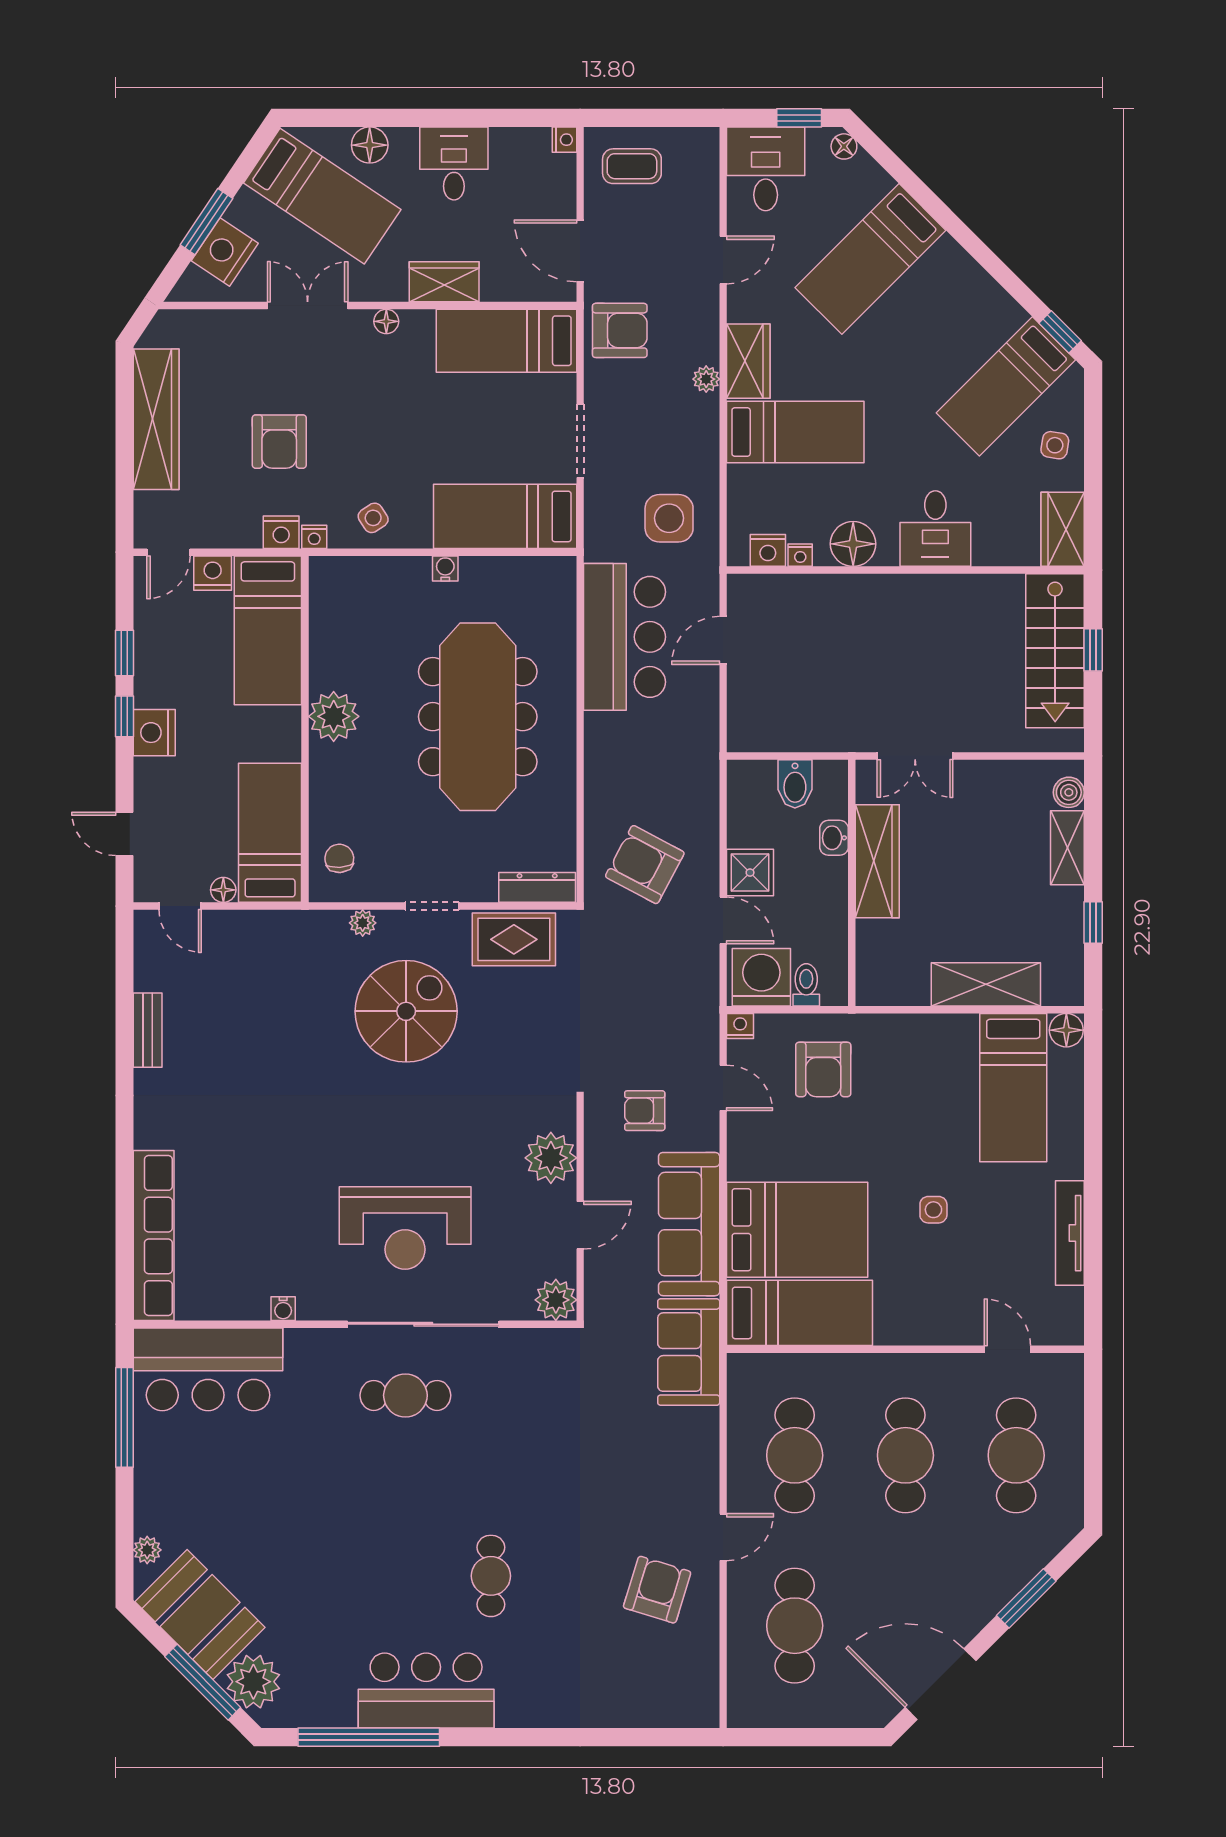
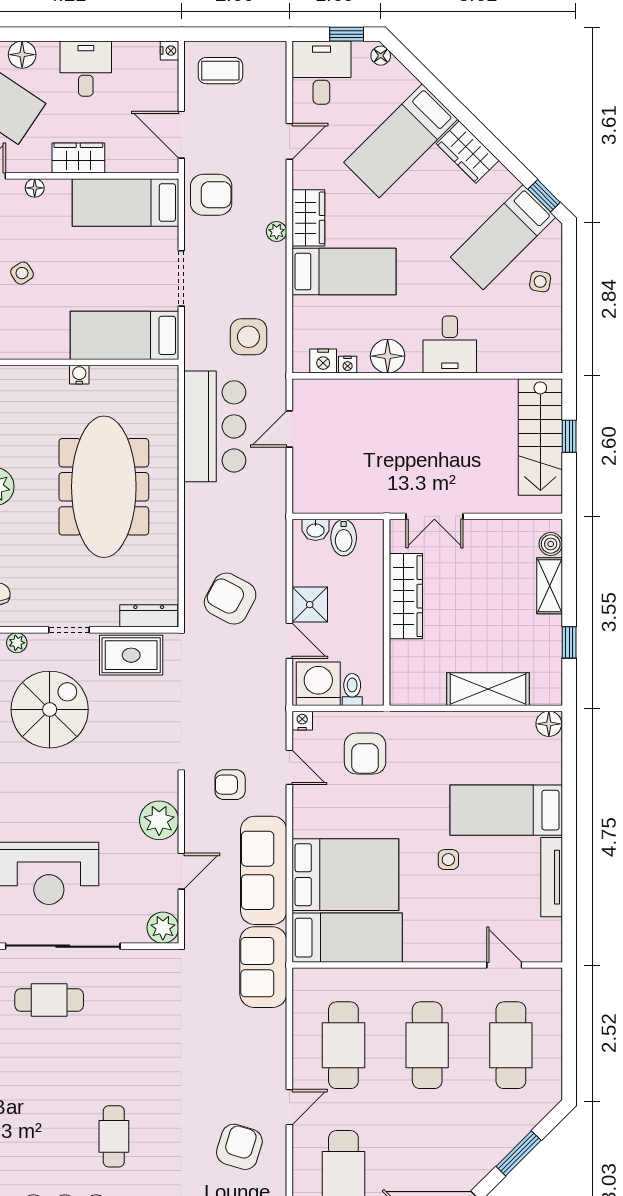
side table: (373, 518) -> (22, 273), moved
wardrobe: (1063, 529) -> (468, 152), moved, turned -45
washbasin: (834, 838) -> (315, 530), moved, turned -90
bed: (1013, 1088) -> (506, 810), moved, turned 90

